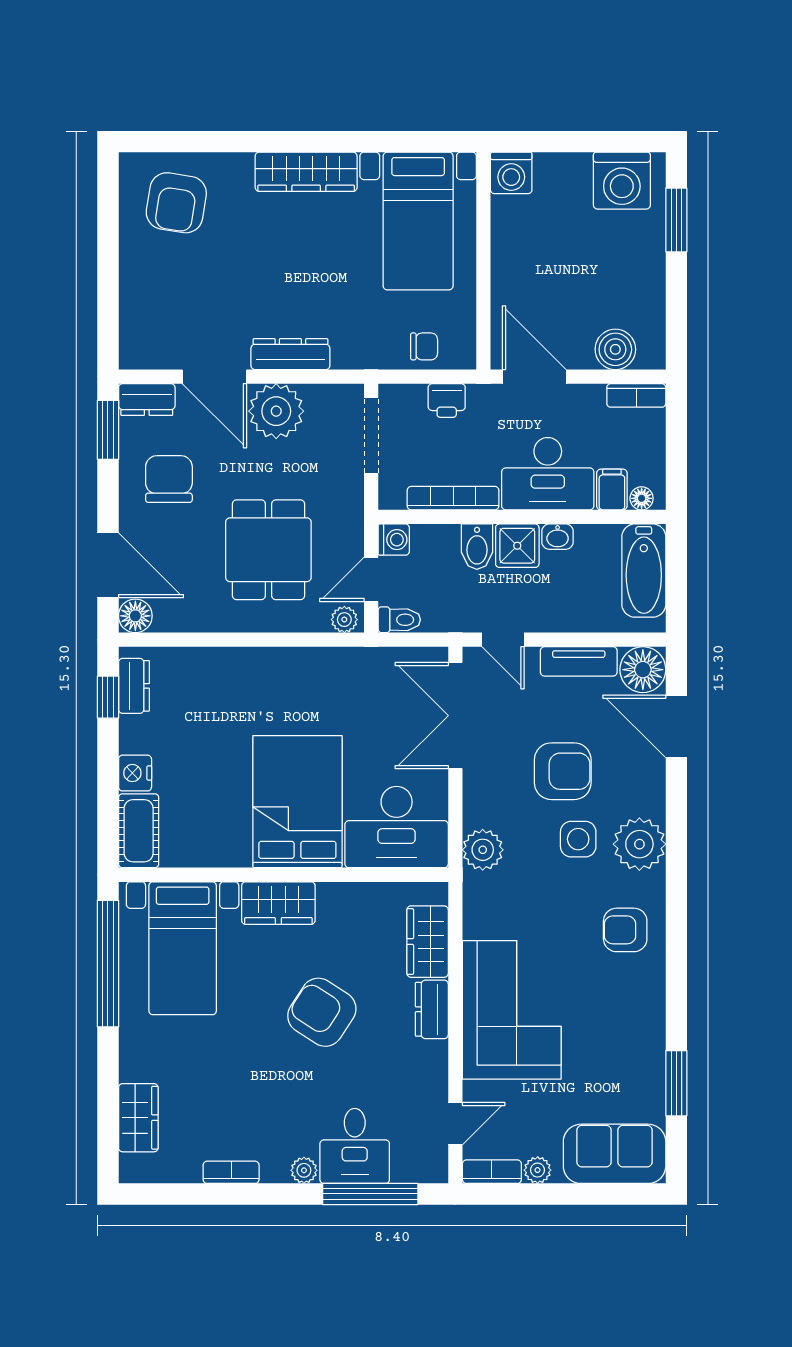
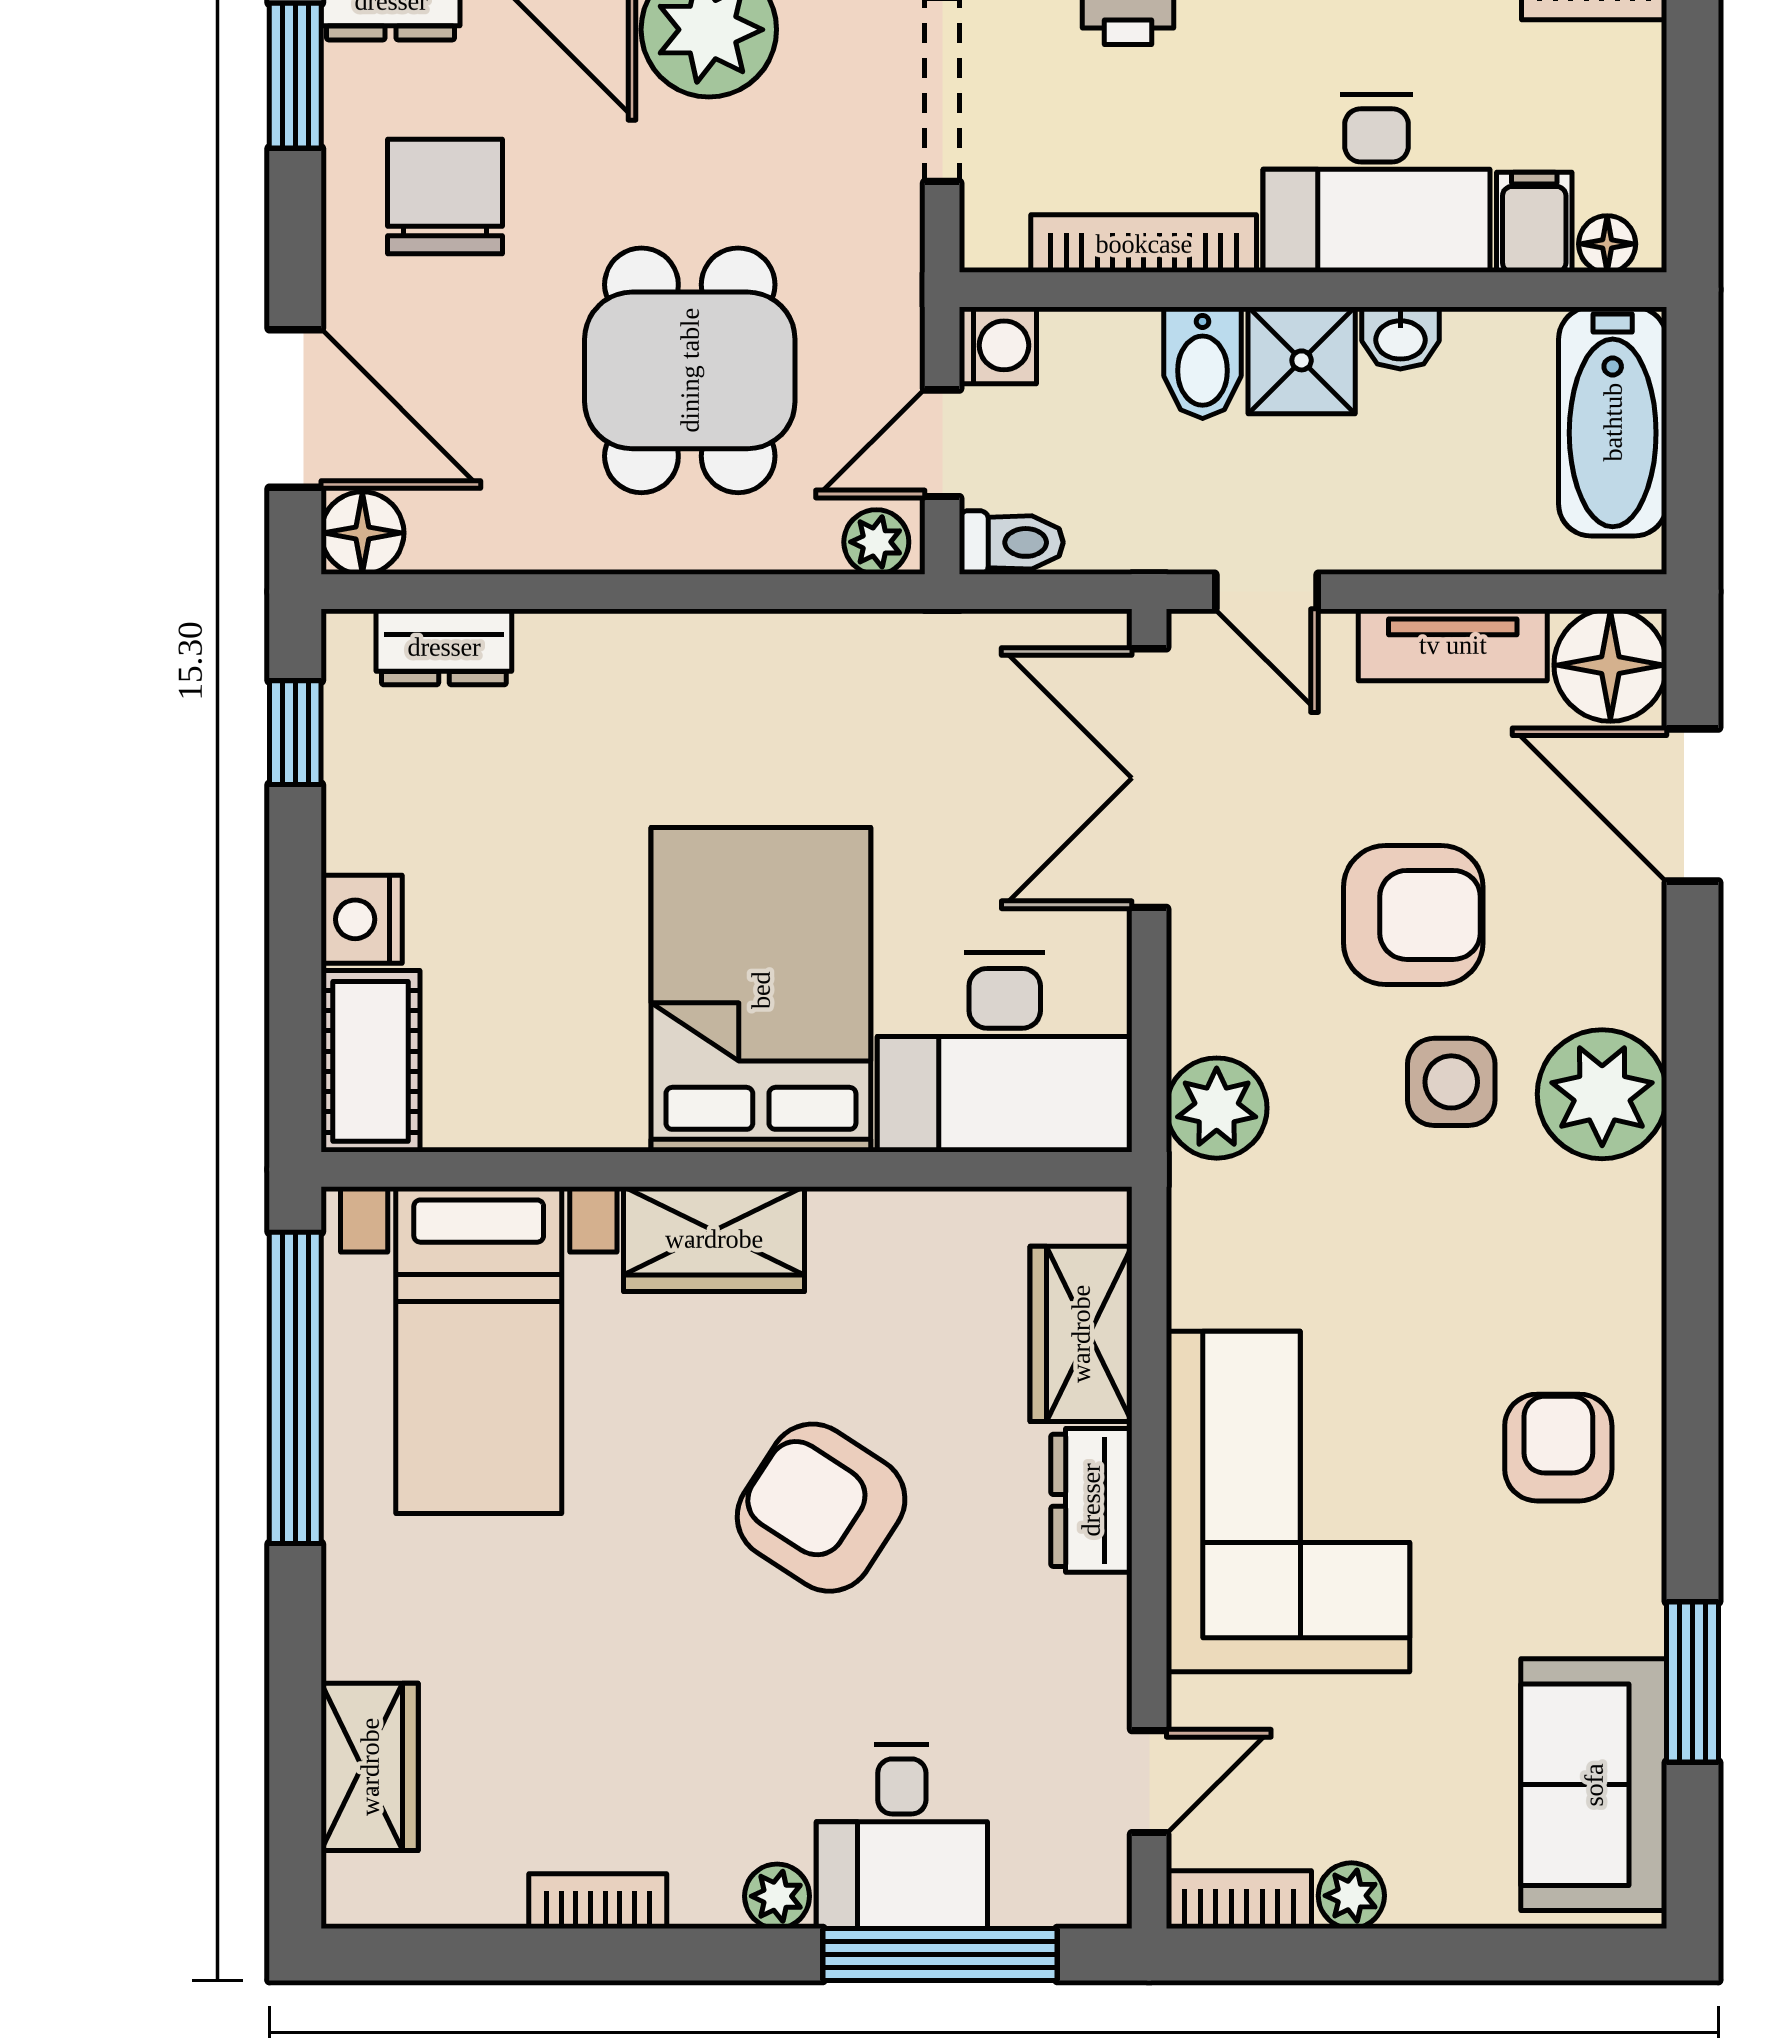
dresser: (134, 686) -> (444, 647), moved, turned 90
armchair: (625, 930) -> (1558, 1448), moved, turned 90
sofa: (615, 1154) -> (1594, 1785), moved, turned -90

